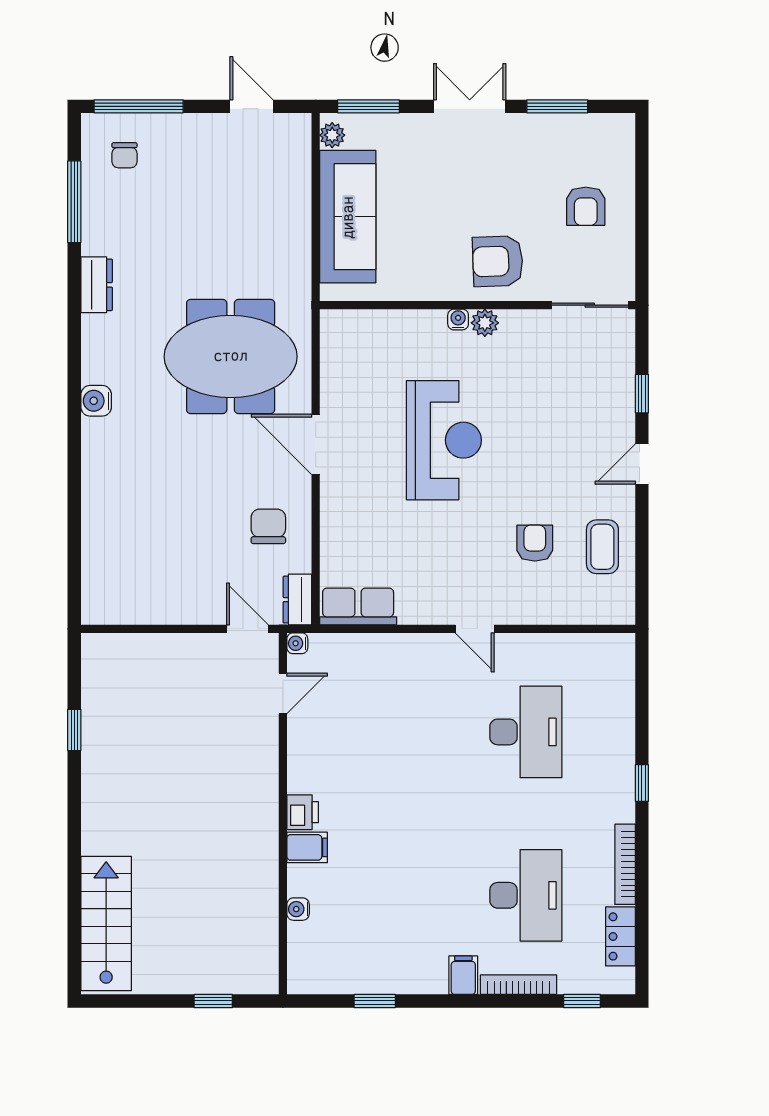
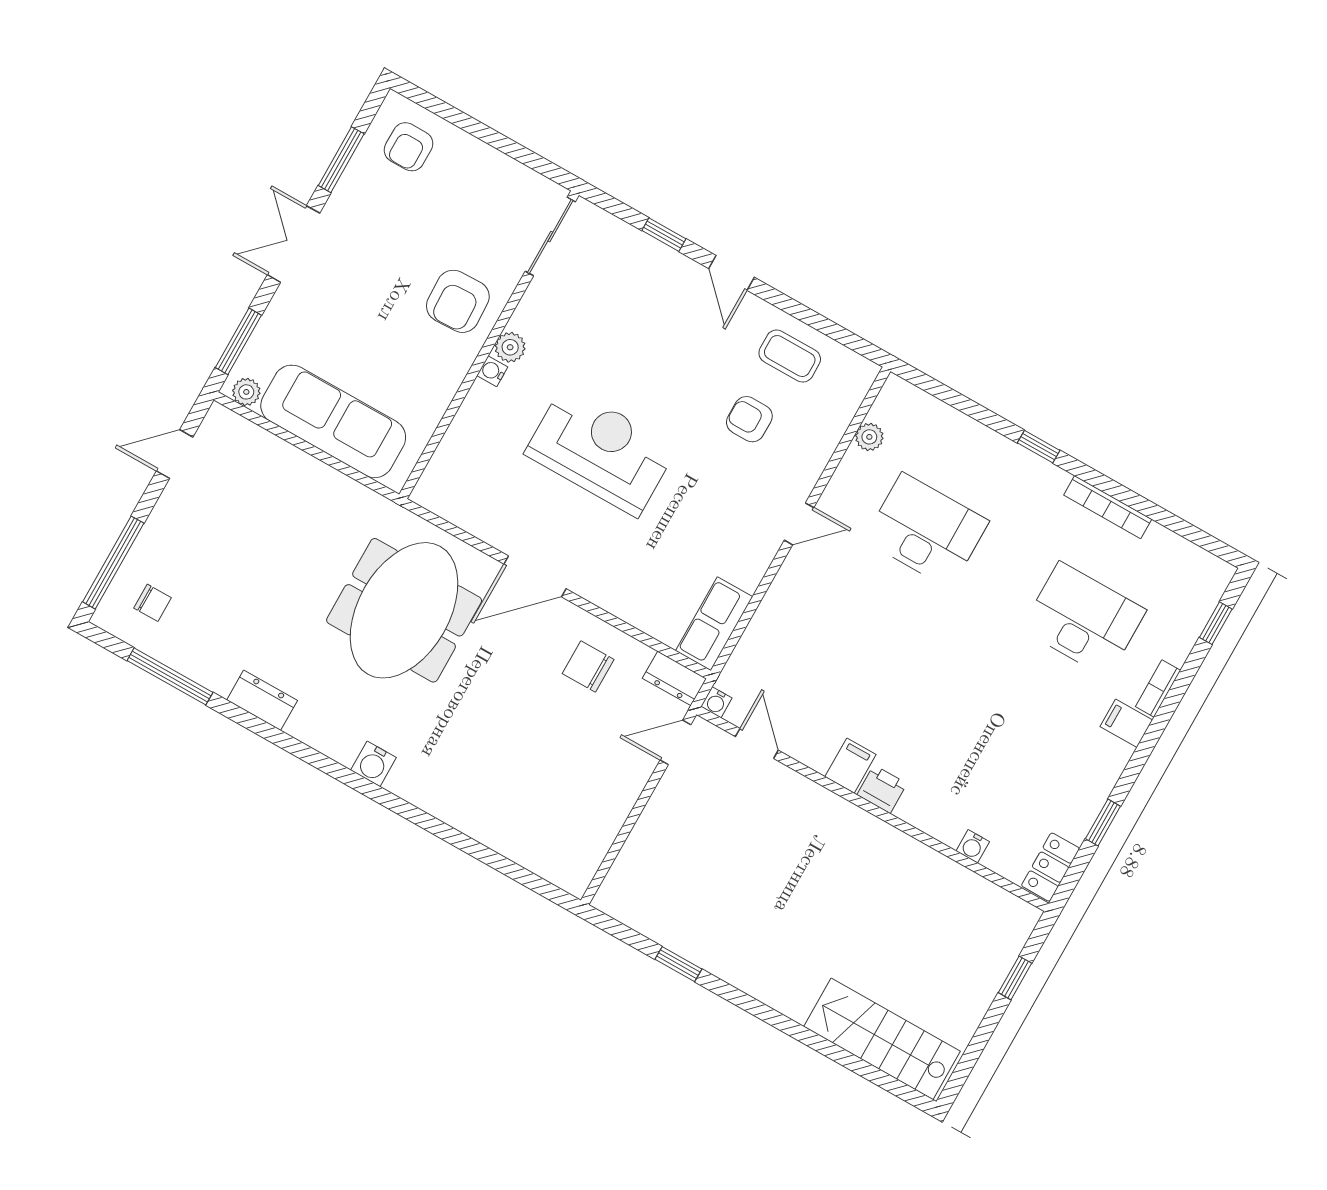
armchair: (586, 206) -> (409, 147), moved, turned 90
plant: (574, 645) -> (869, 437), added
filing cabinet: (307, 847) -> (850, 766), moved
locker: (620, 936) -> (1050, 867), moved, turned 90
bookcase: (519, 985) -> (1158, 689), width x0.64

